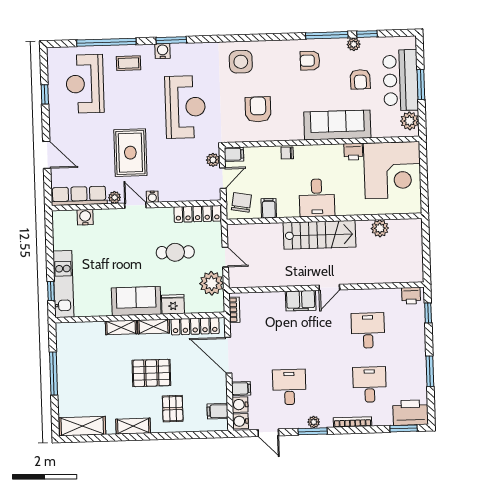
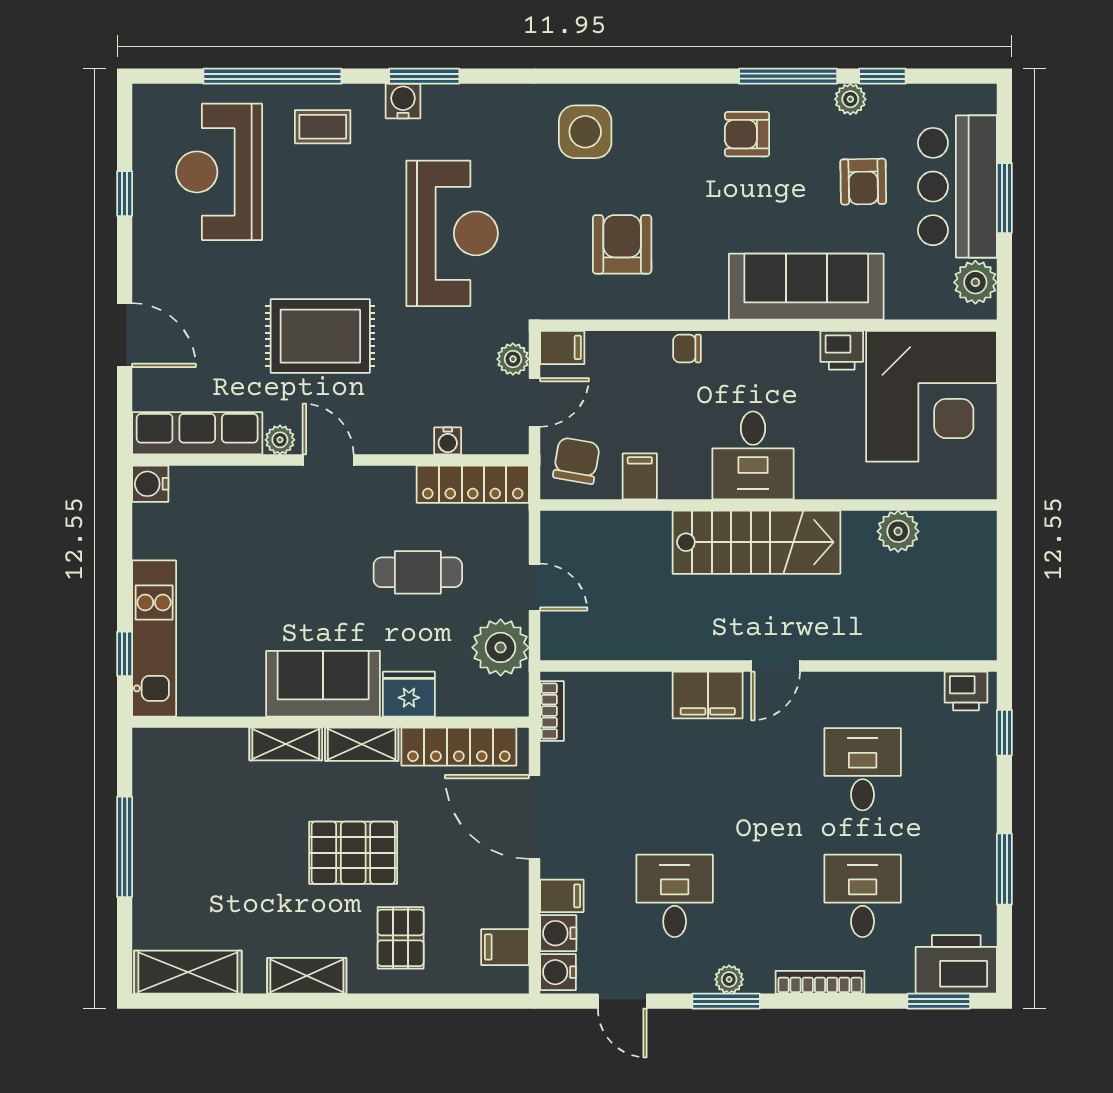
rug: (130, 153) -> (320, 336), turned 90
water cooler: (152, 197) -> (448, 441), moved
water cooler: (85, 217) -> (150, 484), moved, turned -90

